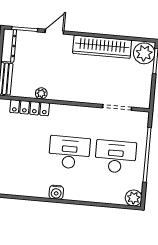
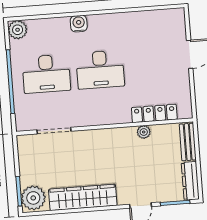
water cooler: (56, 192) -> (79, 24), moved

